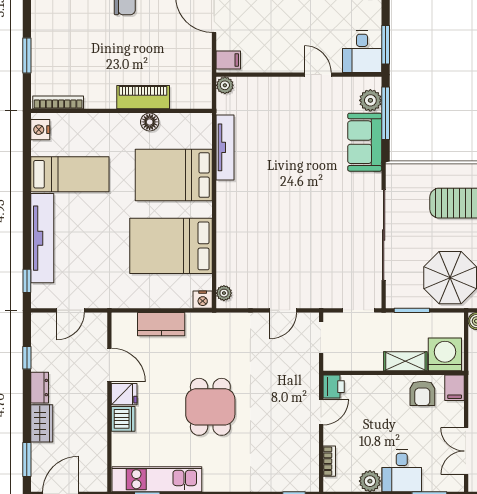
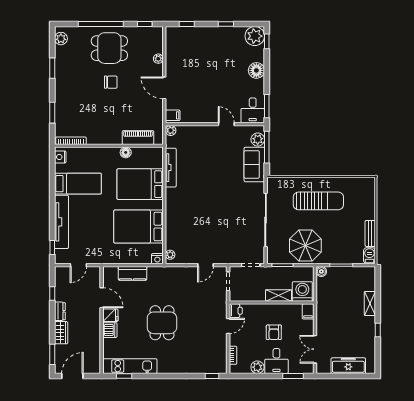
piano: (143, 97) -> (138, 138), moved
armchair: (422, 393) -> (274, 332), moved

